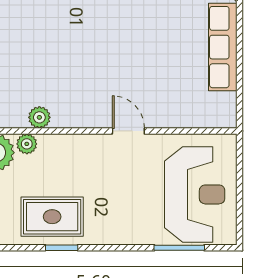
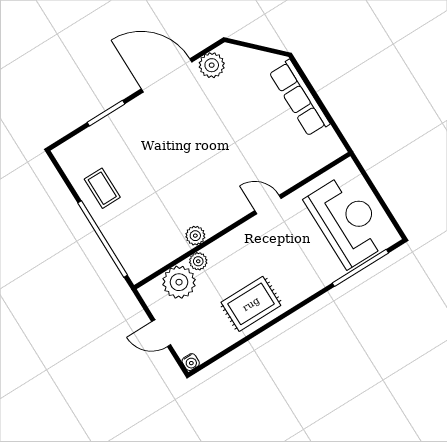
window: (62, 248) -> (272, 323), removed
window: (179, 248) -> (360, 268), width x1.44

